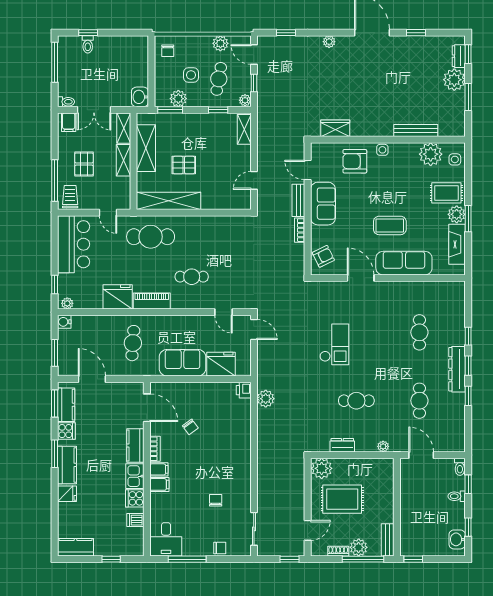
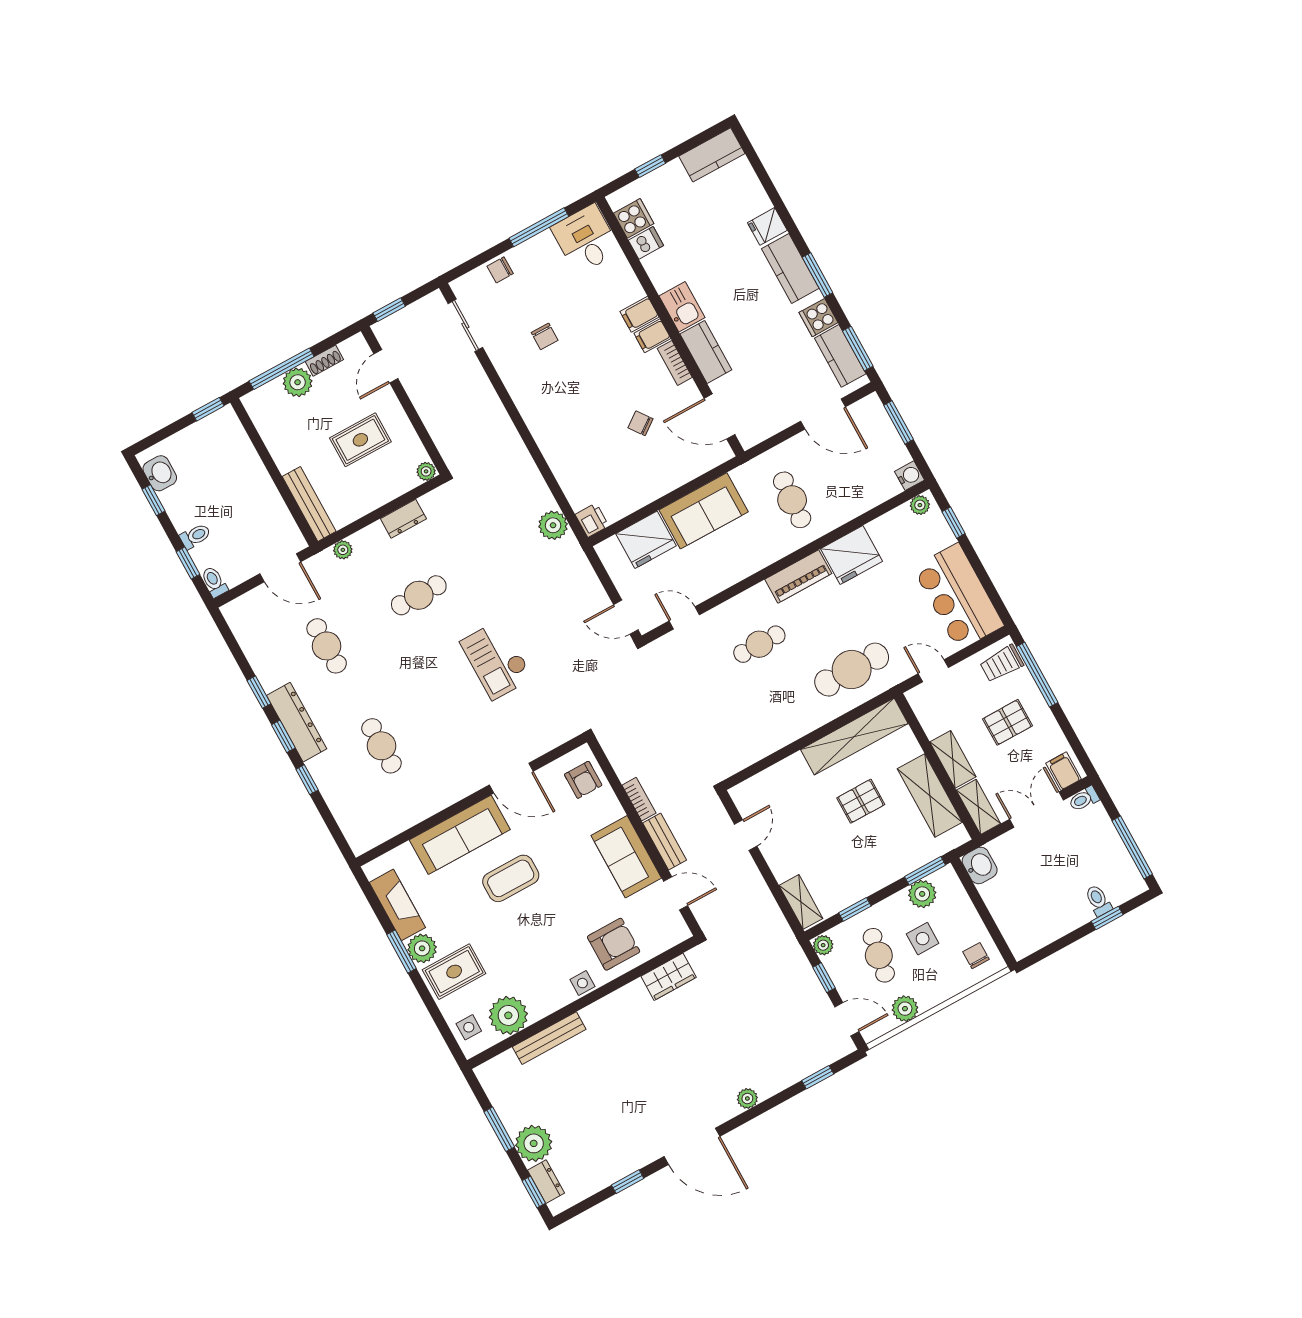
pallet: (84, 164) -> (1008, 722), turned 90
trolley: (70, 197) -> (1002, 664), turned 90
armchair: (323, 256) -> (583, 780), turned -64
plant: (322, 468) -> (426, 471), width x0.53, depth x0.53
cooker: (135, 498) -> (634, 218), moved
rug: (342, 499) -> (360, 440), width x0.73, depth x0.70
bench: (388, 540) -> (309, 504), moved, width x1.36

